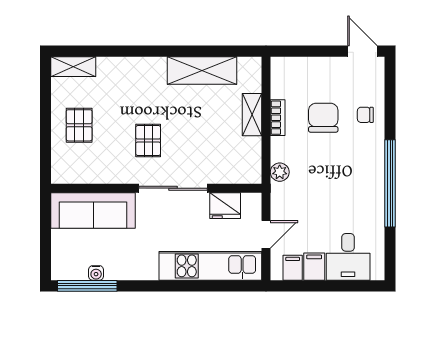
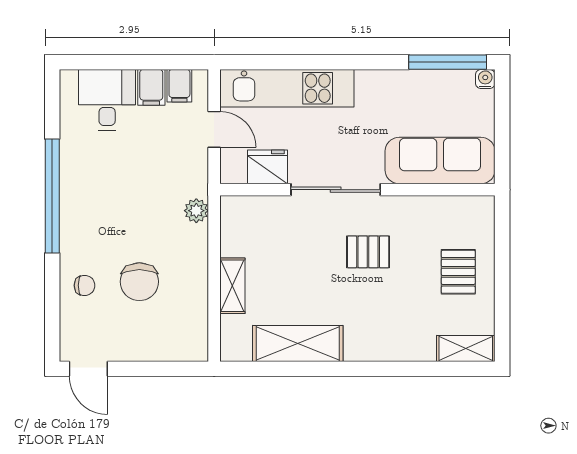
bookcase: (278, 118) -> (199, 282), removed
pallet: (148, 141) -> (368, 252), turned 90
door: (266, 234) -> (214, 129), swing flipped
water cooler: (96, 273) -> (485, 79), moved

